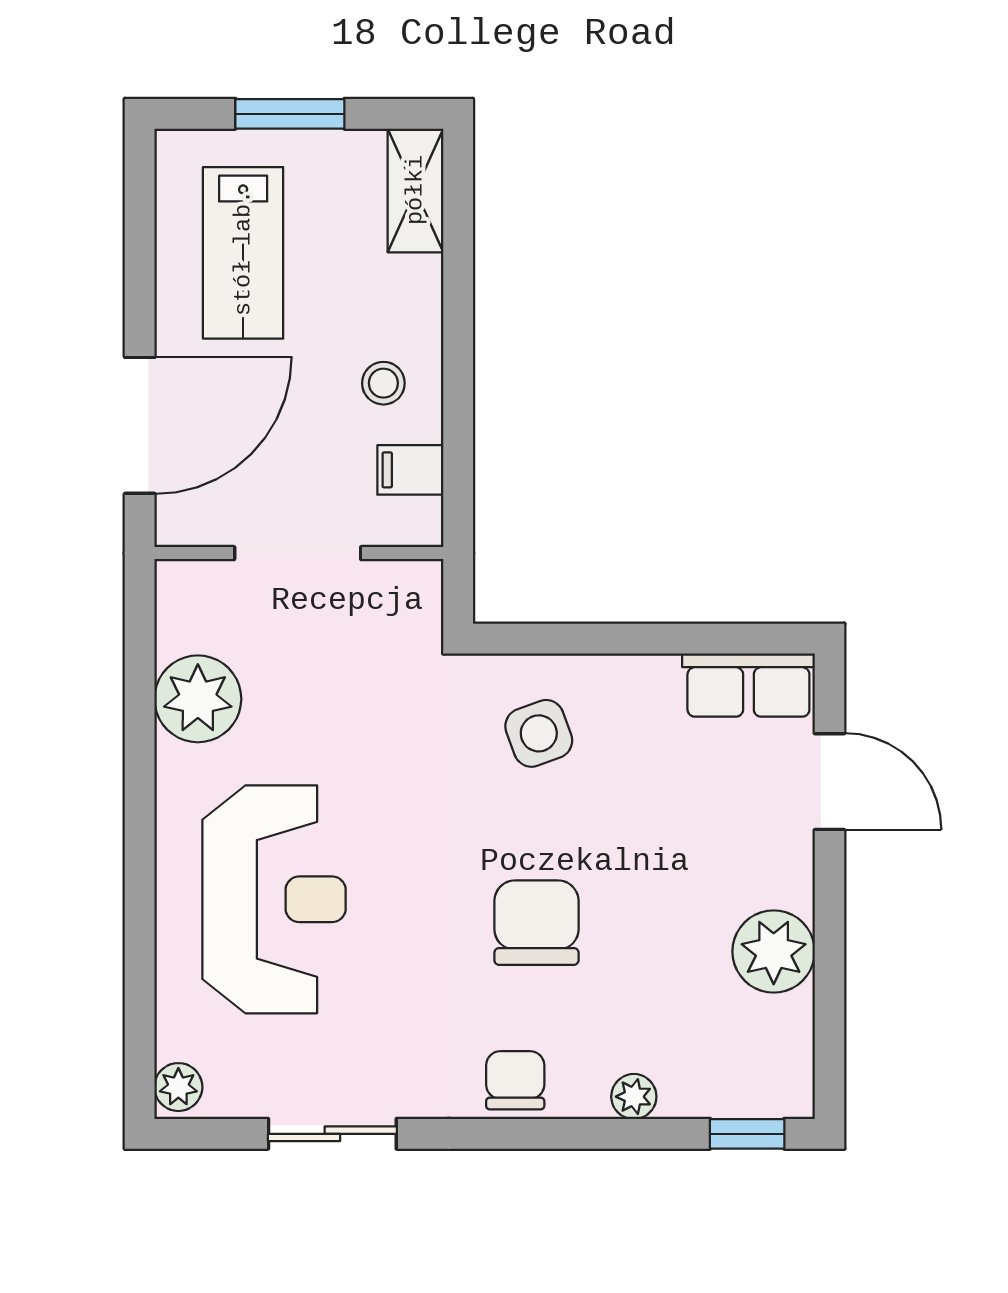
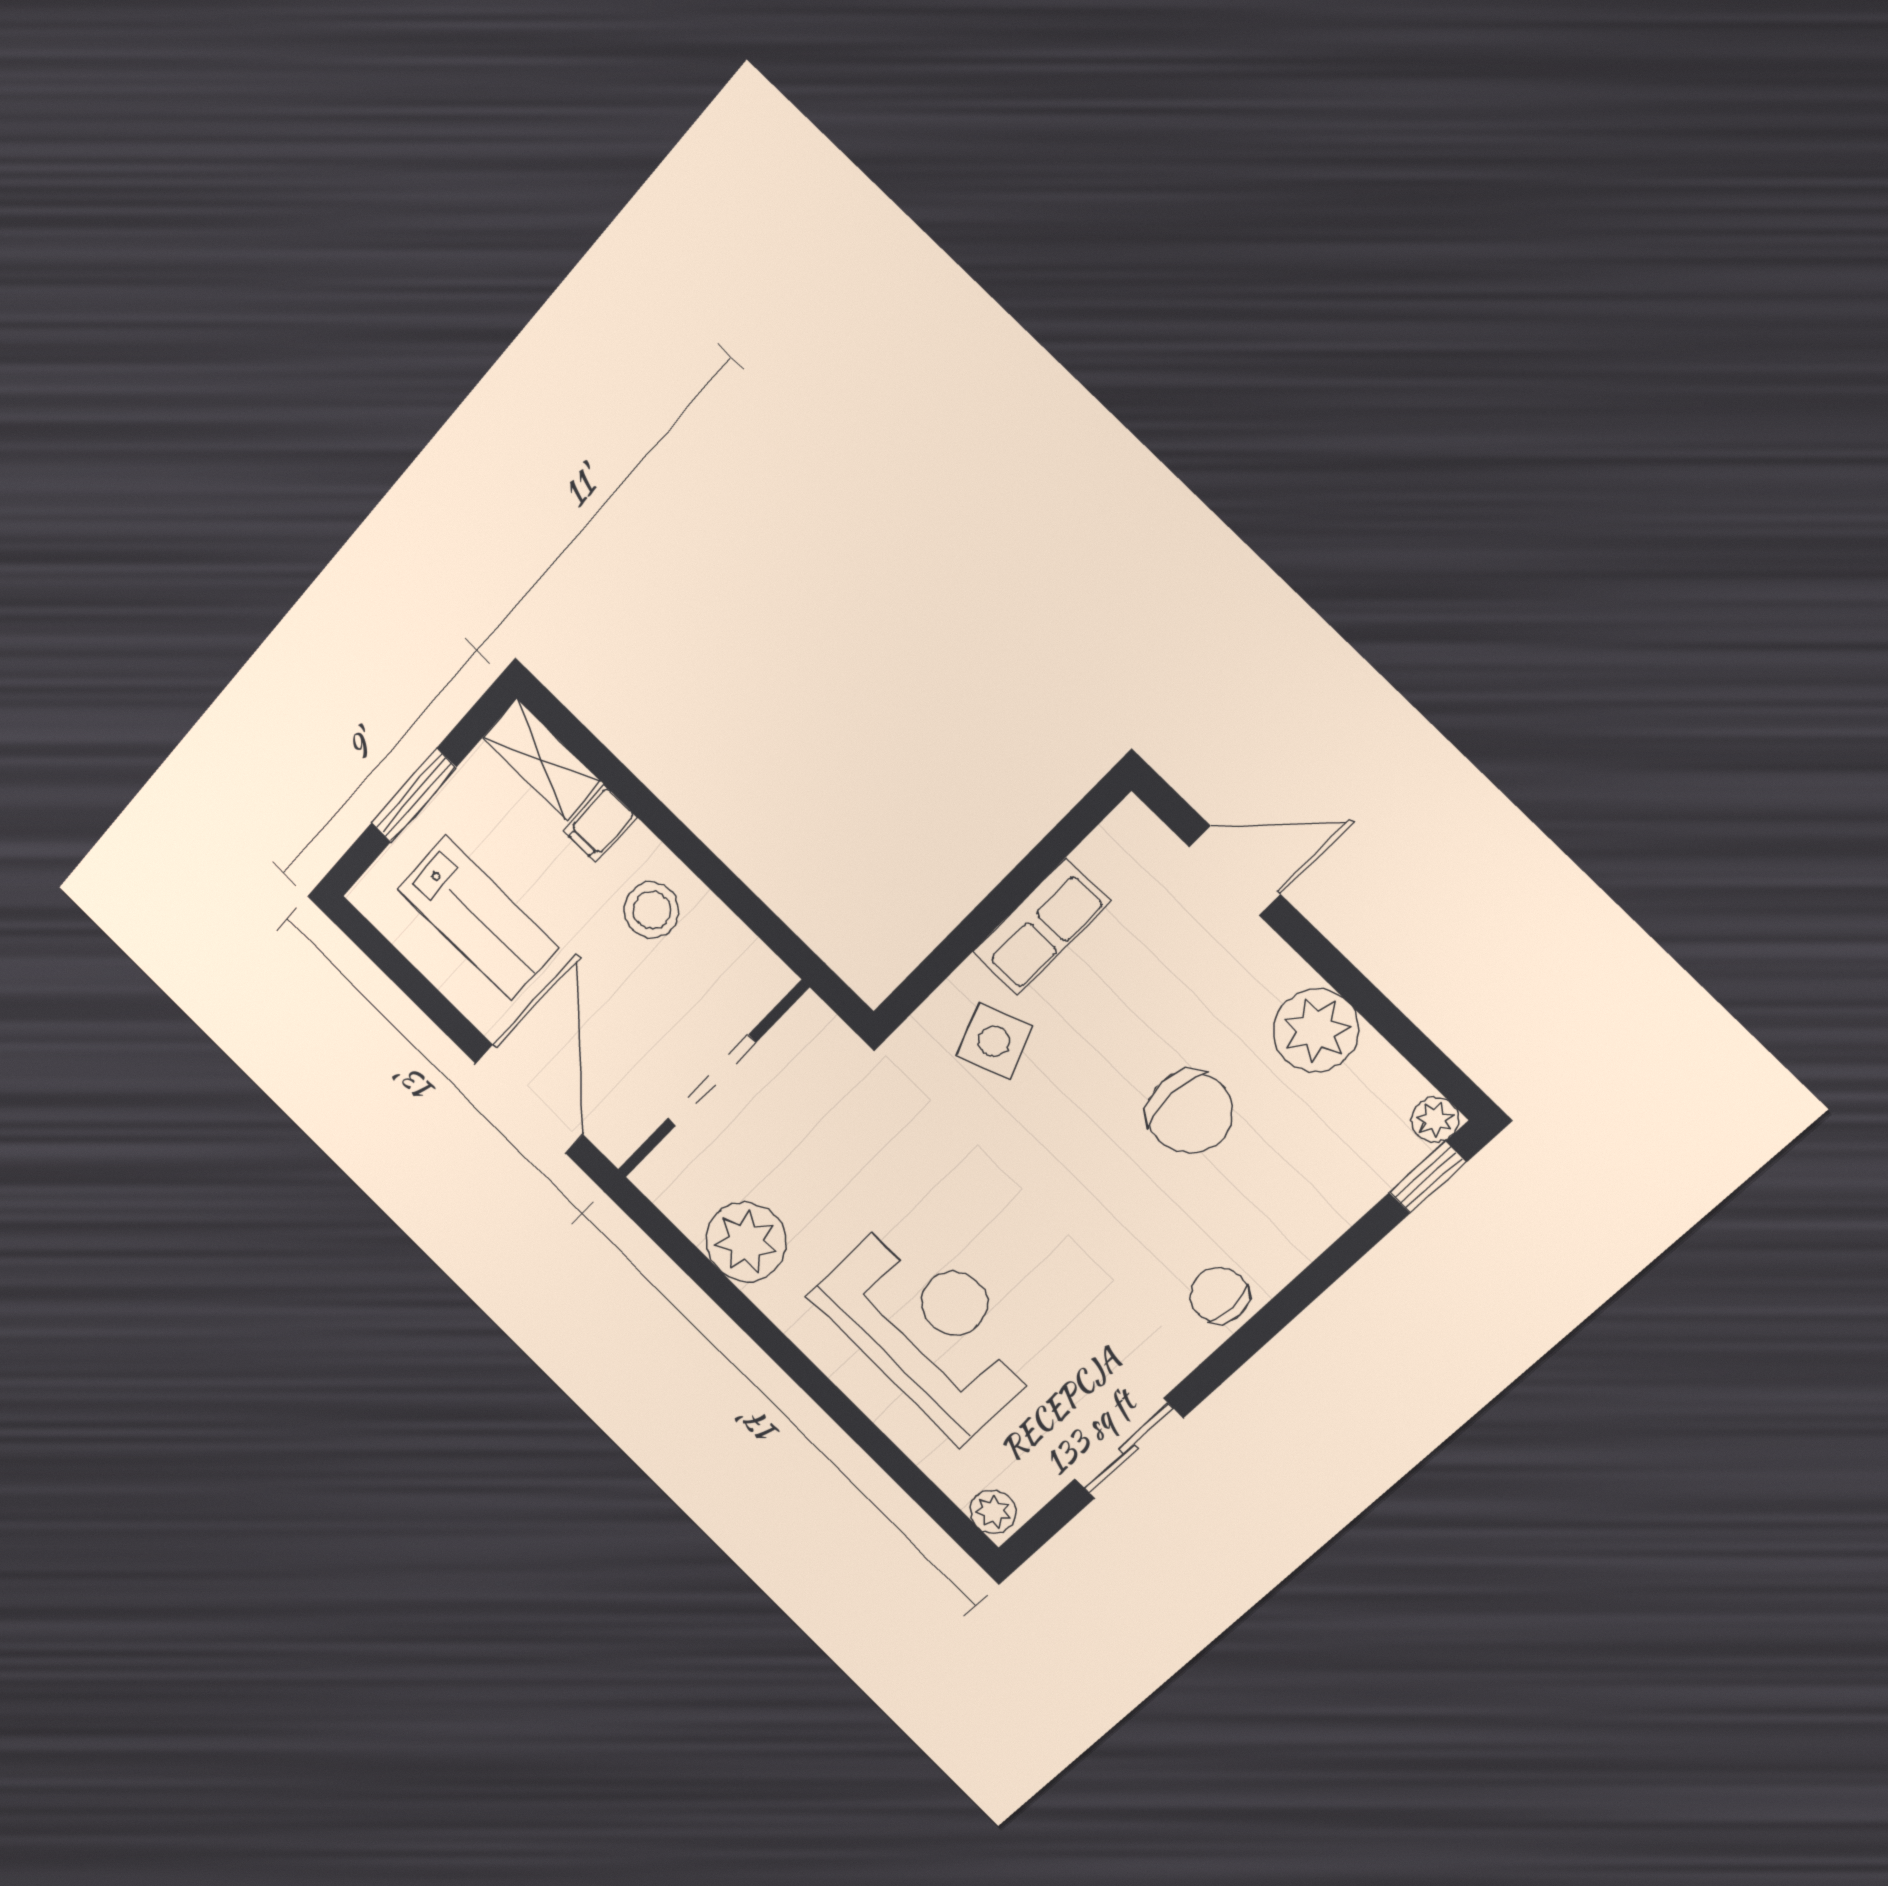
stool: (383, 383) -> (652, 910), width x1.37, depth x1.37
filing cabinet: (410, 470) -> (600, 824), moved
row of seats: (748, 685) -> (1041, 927), moved
chair: (536, 923) -> (1190, 1112), moved, turned 180
plant: (634, 1097) -> (1435, 1120), moved

